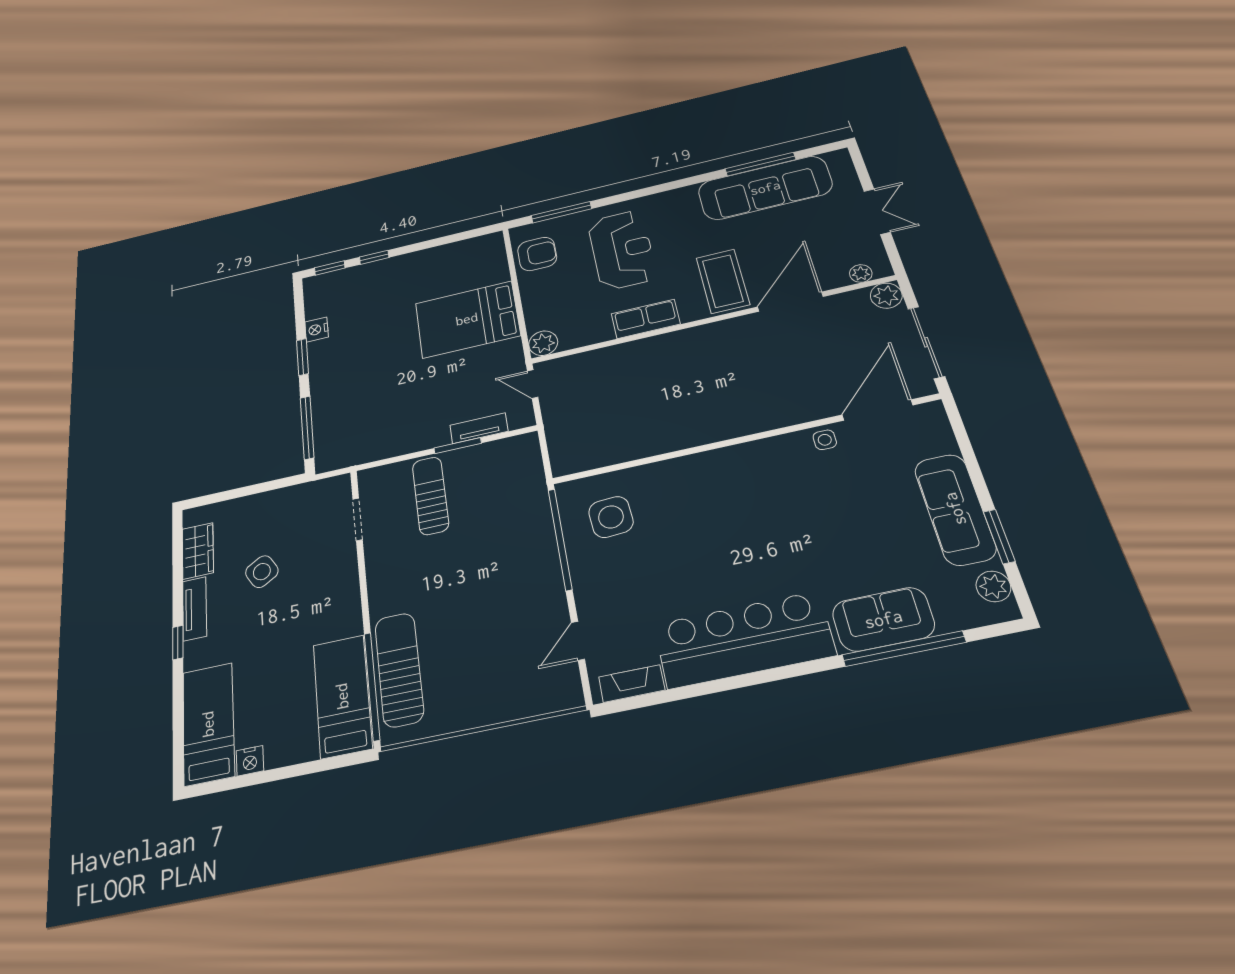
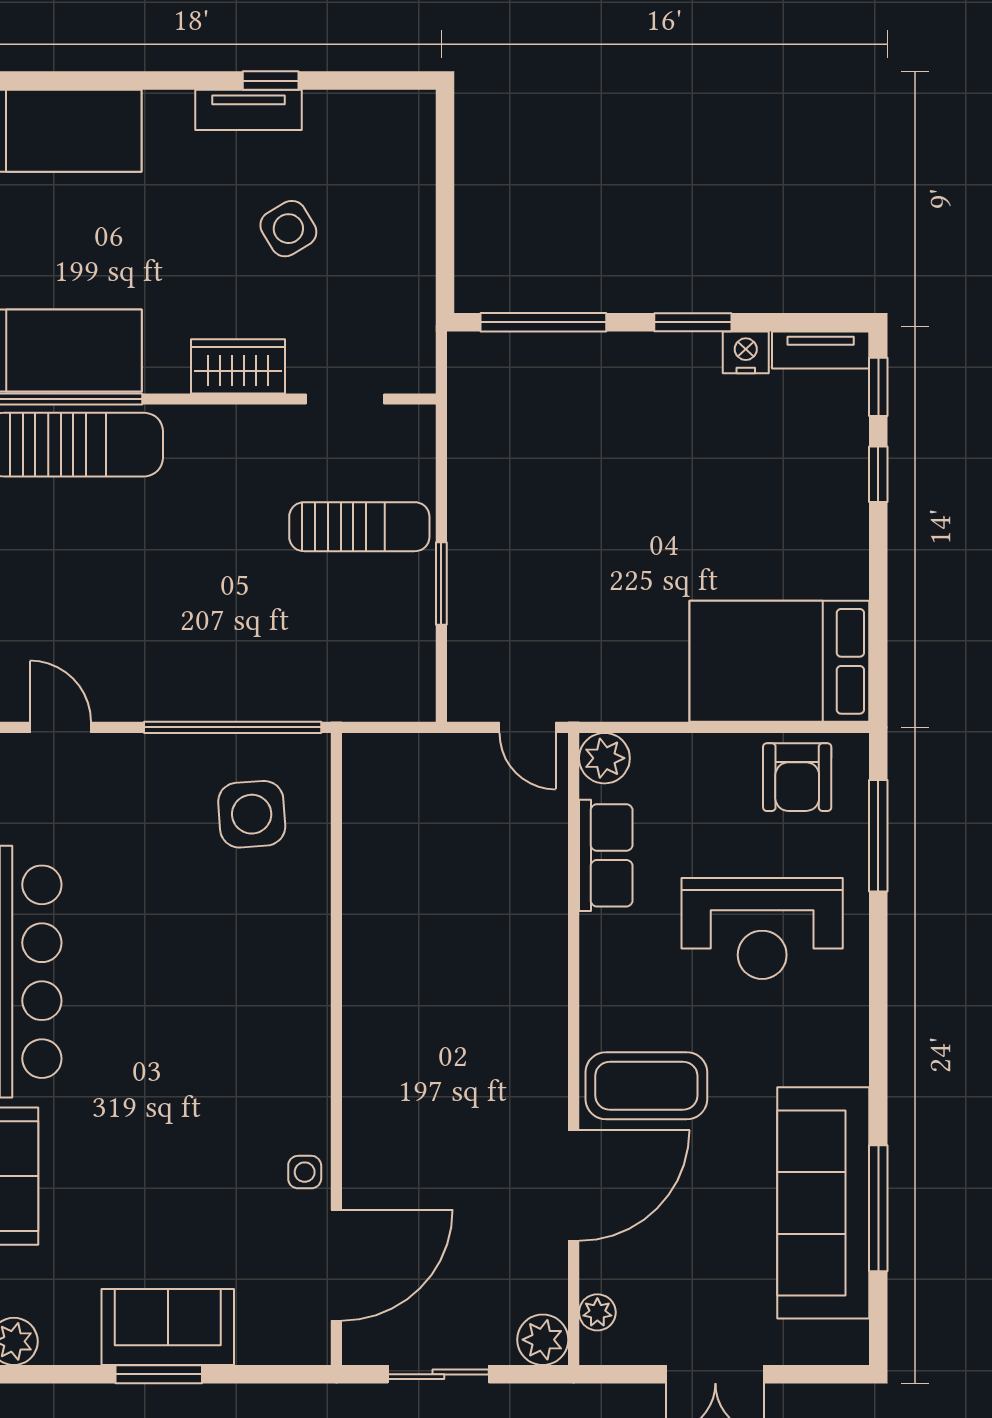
door: (790, 302) -> (574, 1185), hinge flipped
bed: (467, 319) -> (779, 661), moved, turned -90
row of seats: (646, 319) -> (606, 855), moved
sliding door: (926, 342) -> (438, 1374), width x0.73
door: (533, 384) -> (528, 727), swing flipped
door: (877, 410) -> (336, 1265), hinge flipped
tv unit: (479, 428) -> (821, 350), moved, turned 90
sofa: (955, 509) -> (168, 1327), width x0.73
window: (999, 536) -> (159, 1374), moved
wardrobe: (198, 551) -> (238, 366), moved, turned 180
window: (178, 642) -> (271, 81), moved

